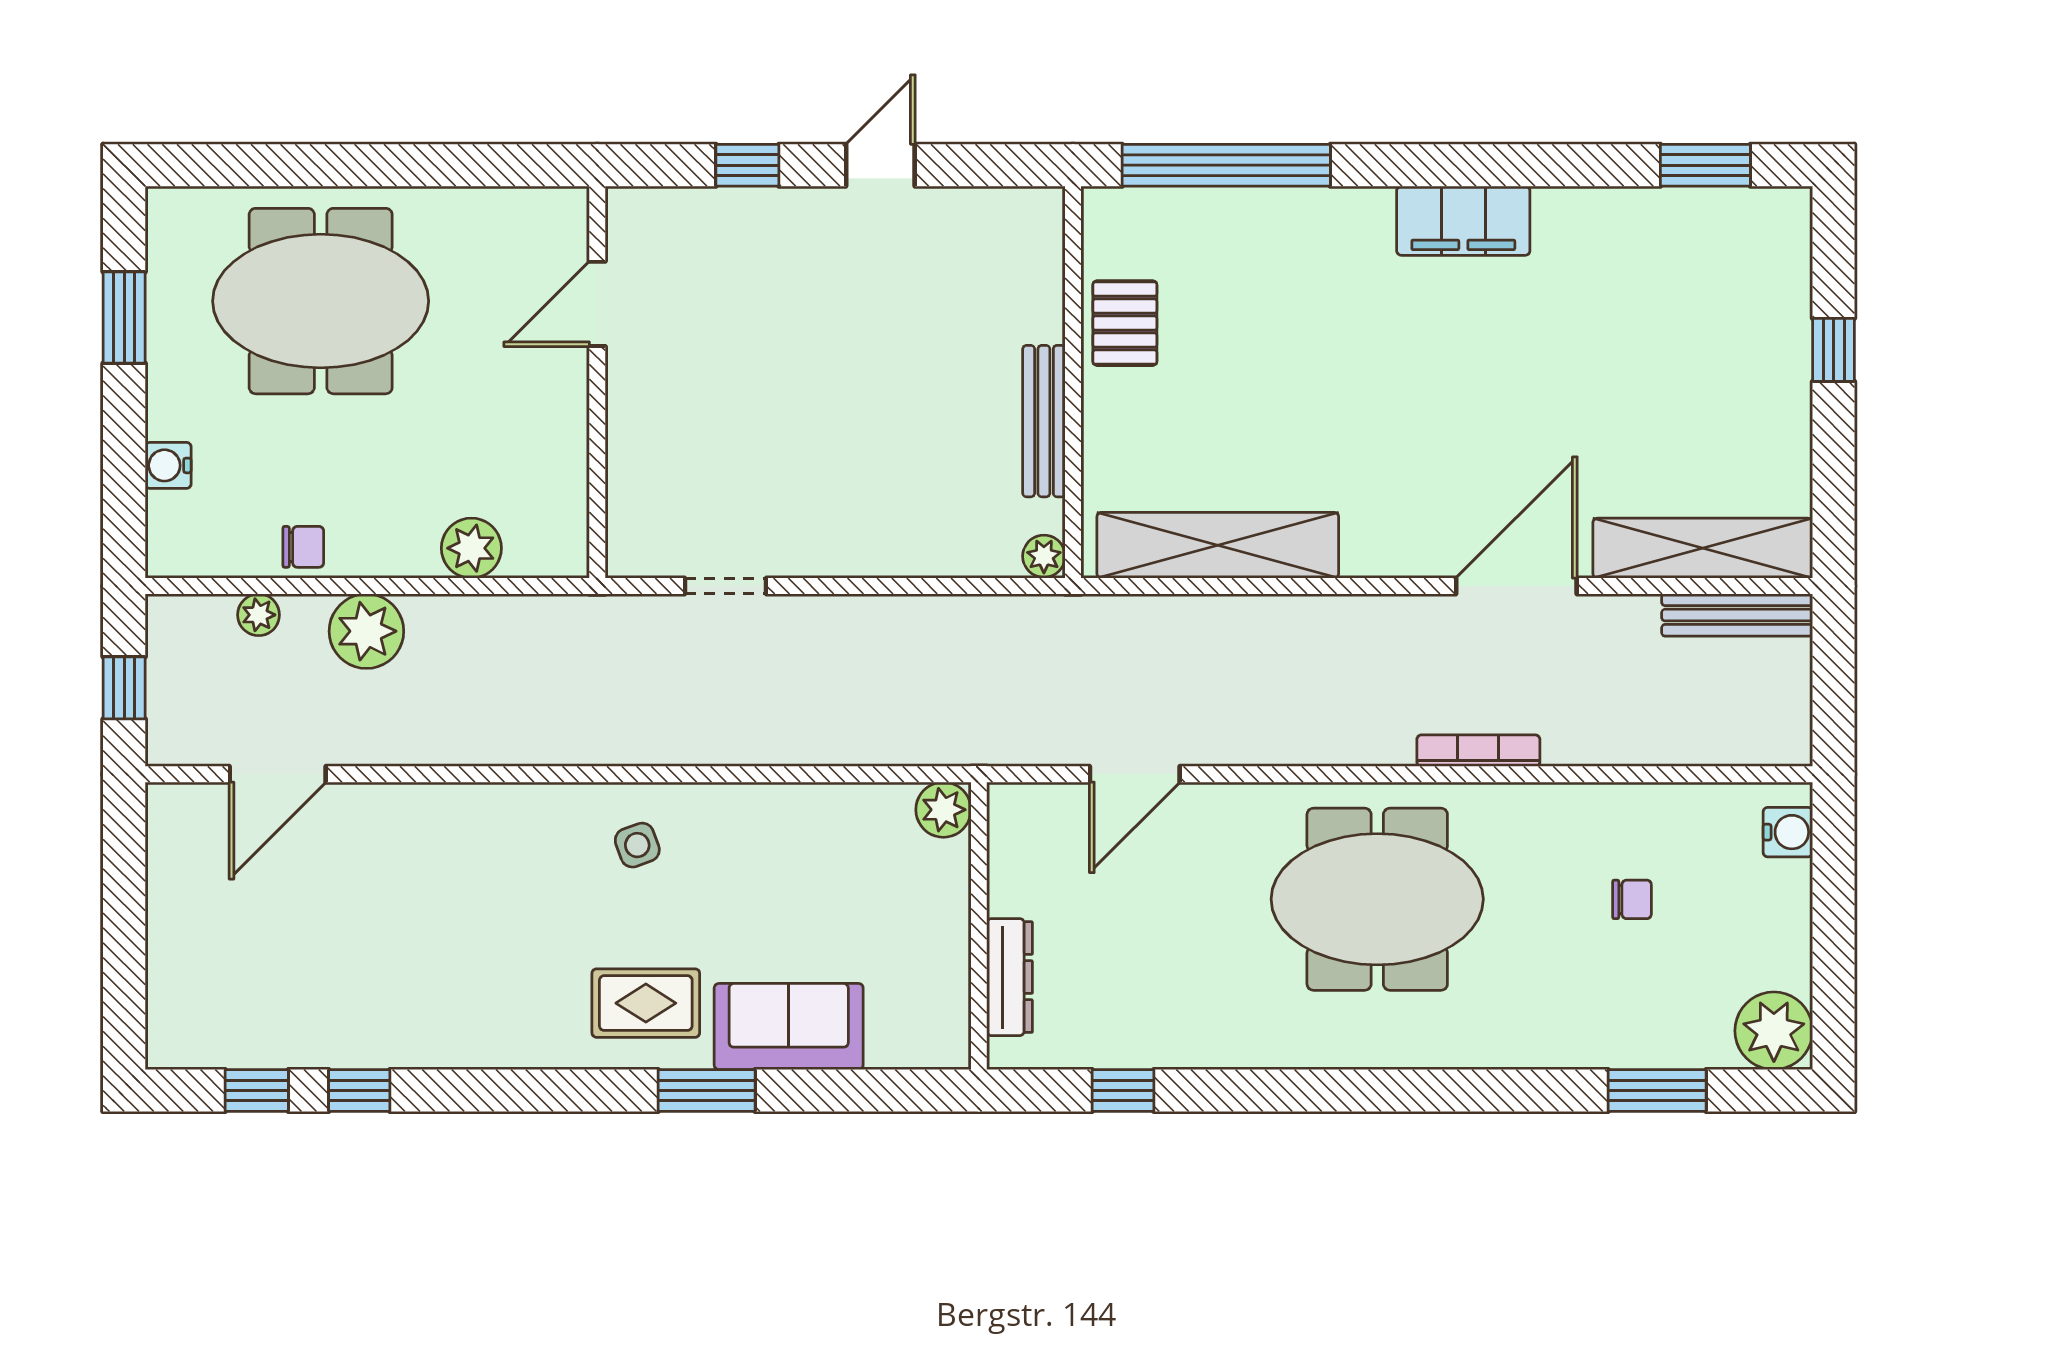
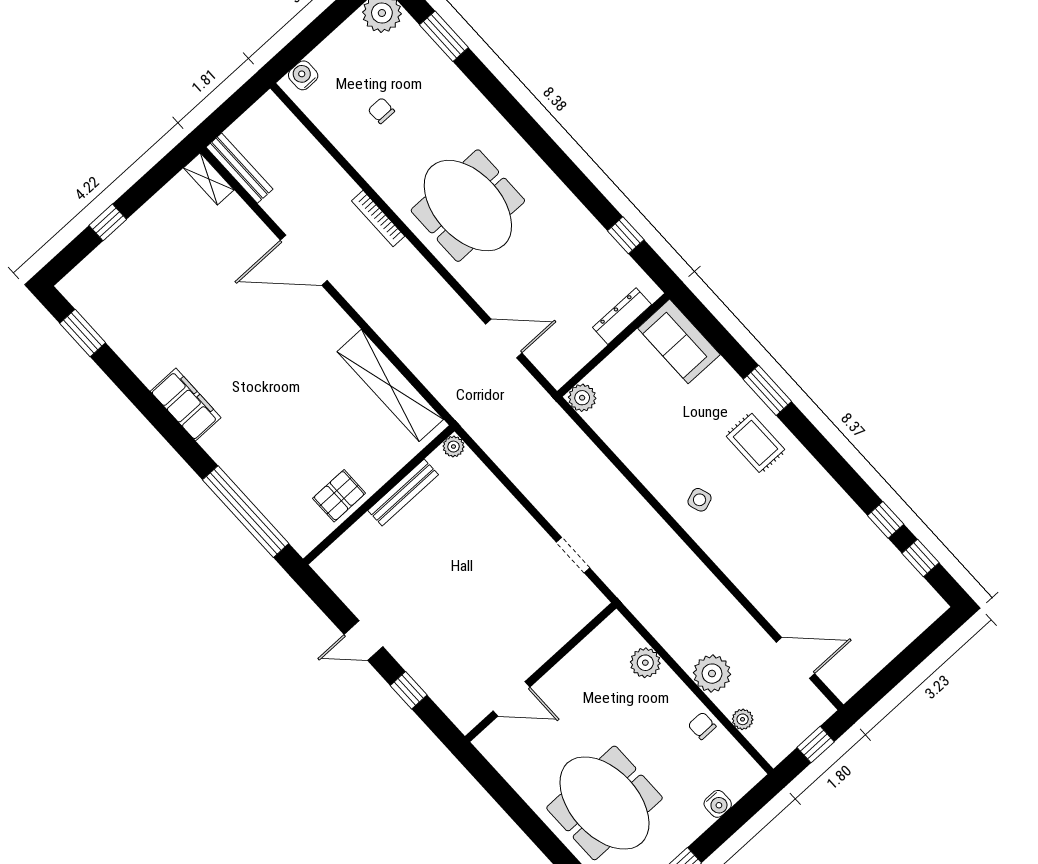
shelving: (1703, 548) -> (209, 179), width x0.45, depth x0.75
sofa: (789, 1027) -> (679, 341), moved

